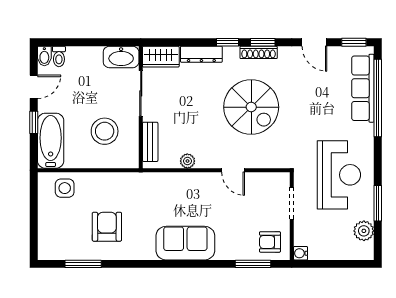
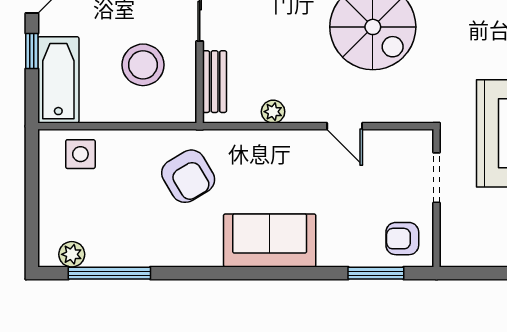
armchair: (107, 227) -> (188, 176), moved, turned 149
plant: (59, 252) -> (72, 254), added
water cooler: (301, 253) -> (450, 256), removed
window: (83, 264) -> (109, 273), width x1.44

